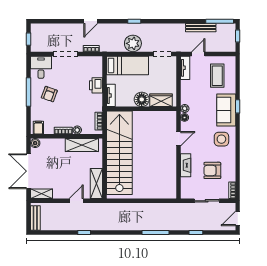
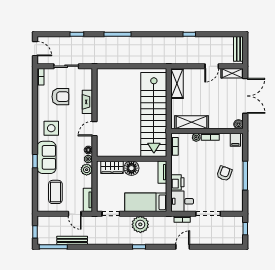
door: (198, 54) -> (75, 214), hinge flipped
desk: (41, 67) -> (182, 201), moved, turned 90
plant: (186, 98) -> (87, 170), added
door: (76, 201) -> (212, 66), moved
door: (238, 218) -> (35, 49), hinge flipped

